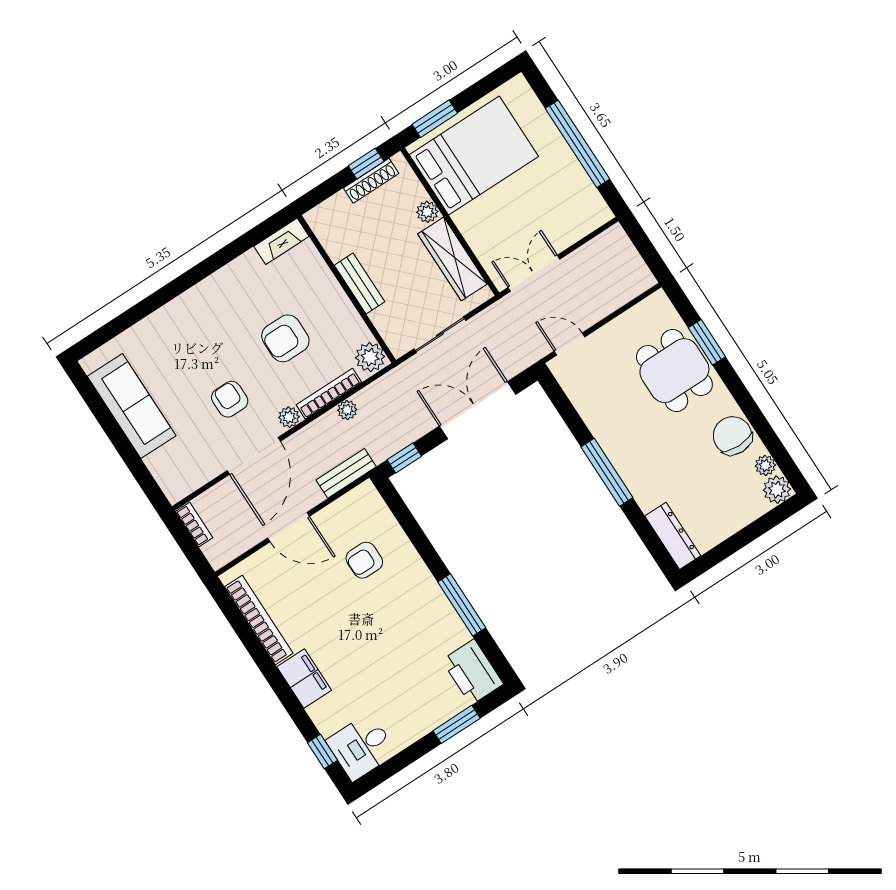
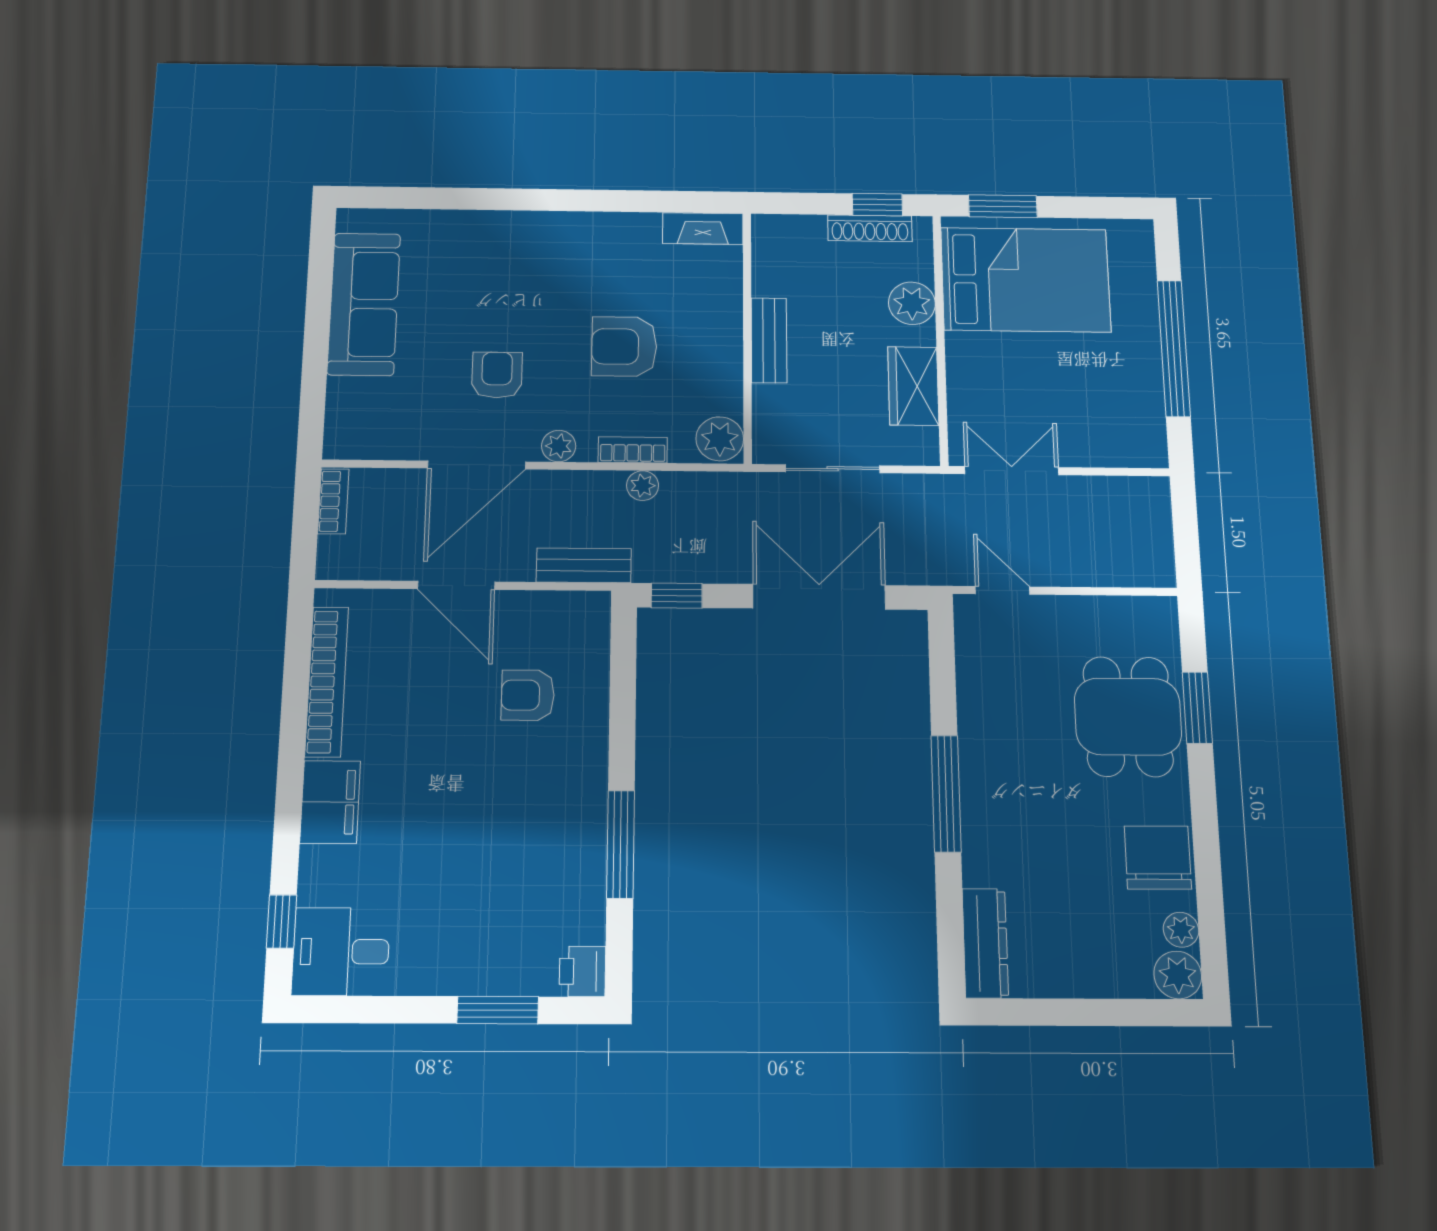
plant: (427, 212) -> (912, 303), width x1.38, depth x1.38
wardrobe: (452, 259) -> (913, 386), width x0.67
bookcase: (329, 394) -> (633, 450), width x0.64
printer: (473, 672) -> (582, 971), width x0.53, depth x0.68

